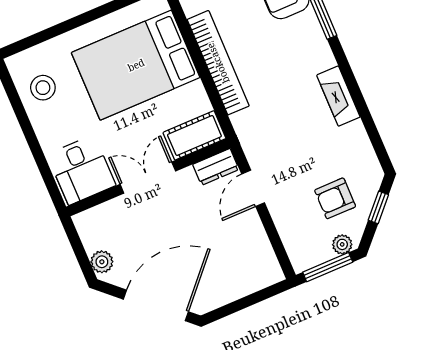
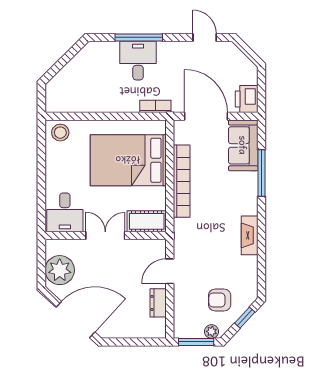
stool: (43, 88) -> (60, 133), moved
dresser: (216, 167) -> (158, 303), moved, turned 90
plant: (102, 262) -> (60, 270), width x1.87, depth x1.87

